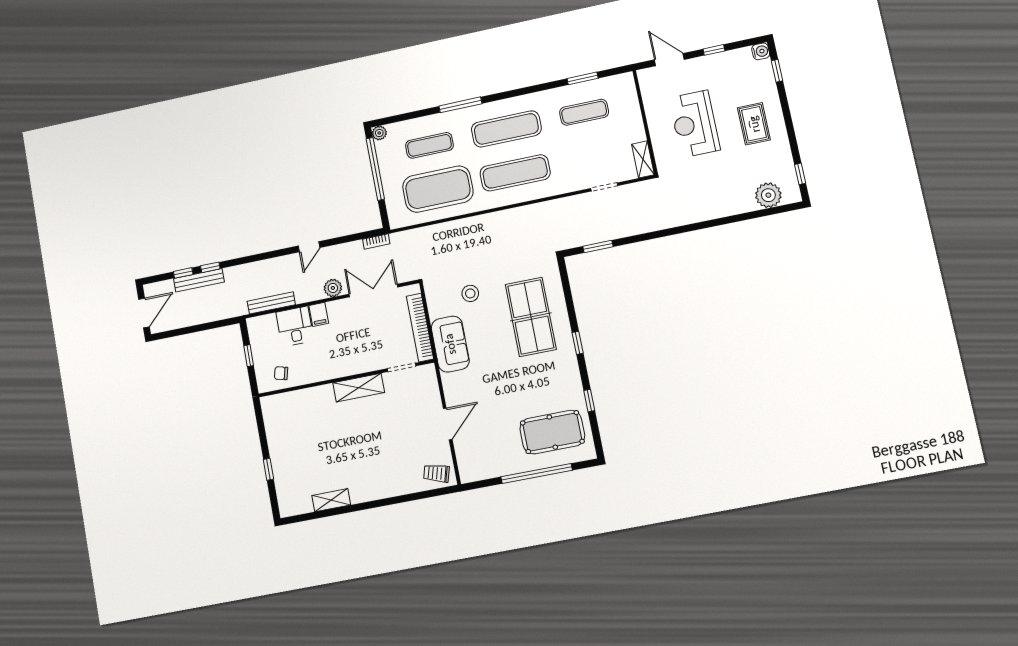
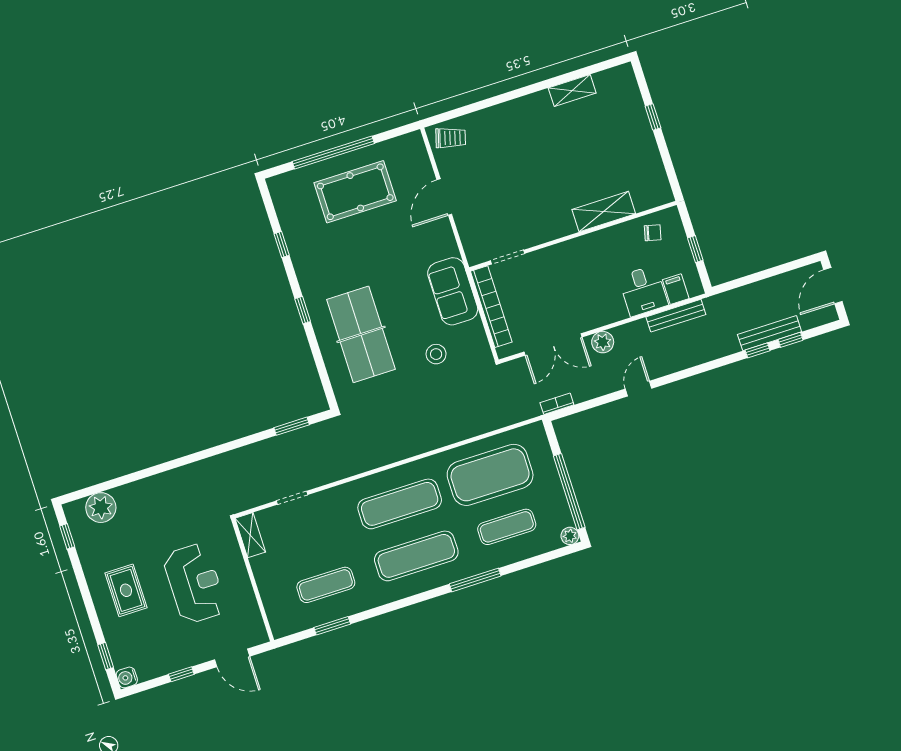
filing cabinet: (319, 314) -> (676, 289), moved
shelving: (359, 388) -> (604, 212), moved
pool table: (552, 432) -> (355, 192), moved

